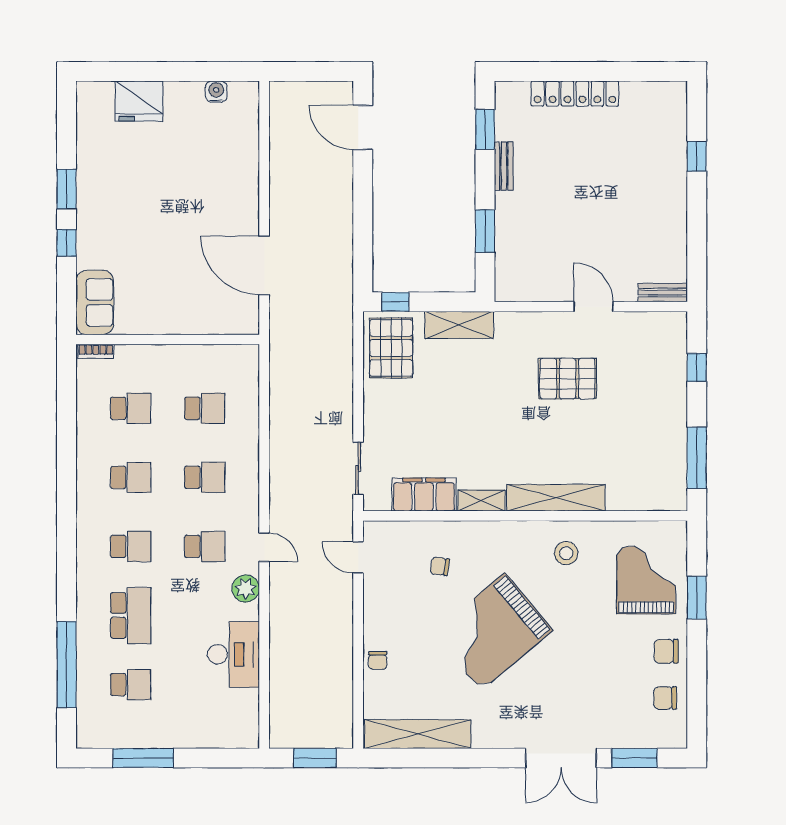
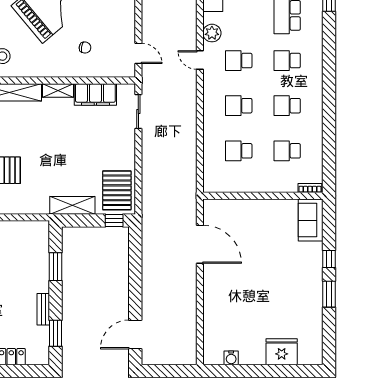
door: (363, 127) -> (135, 334), swing flipped

